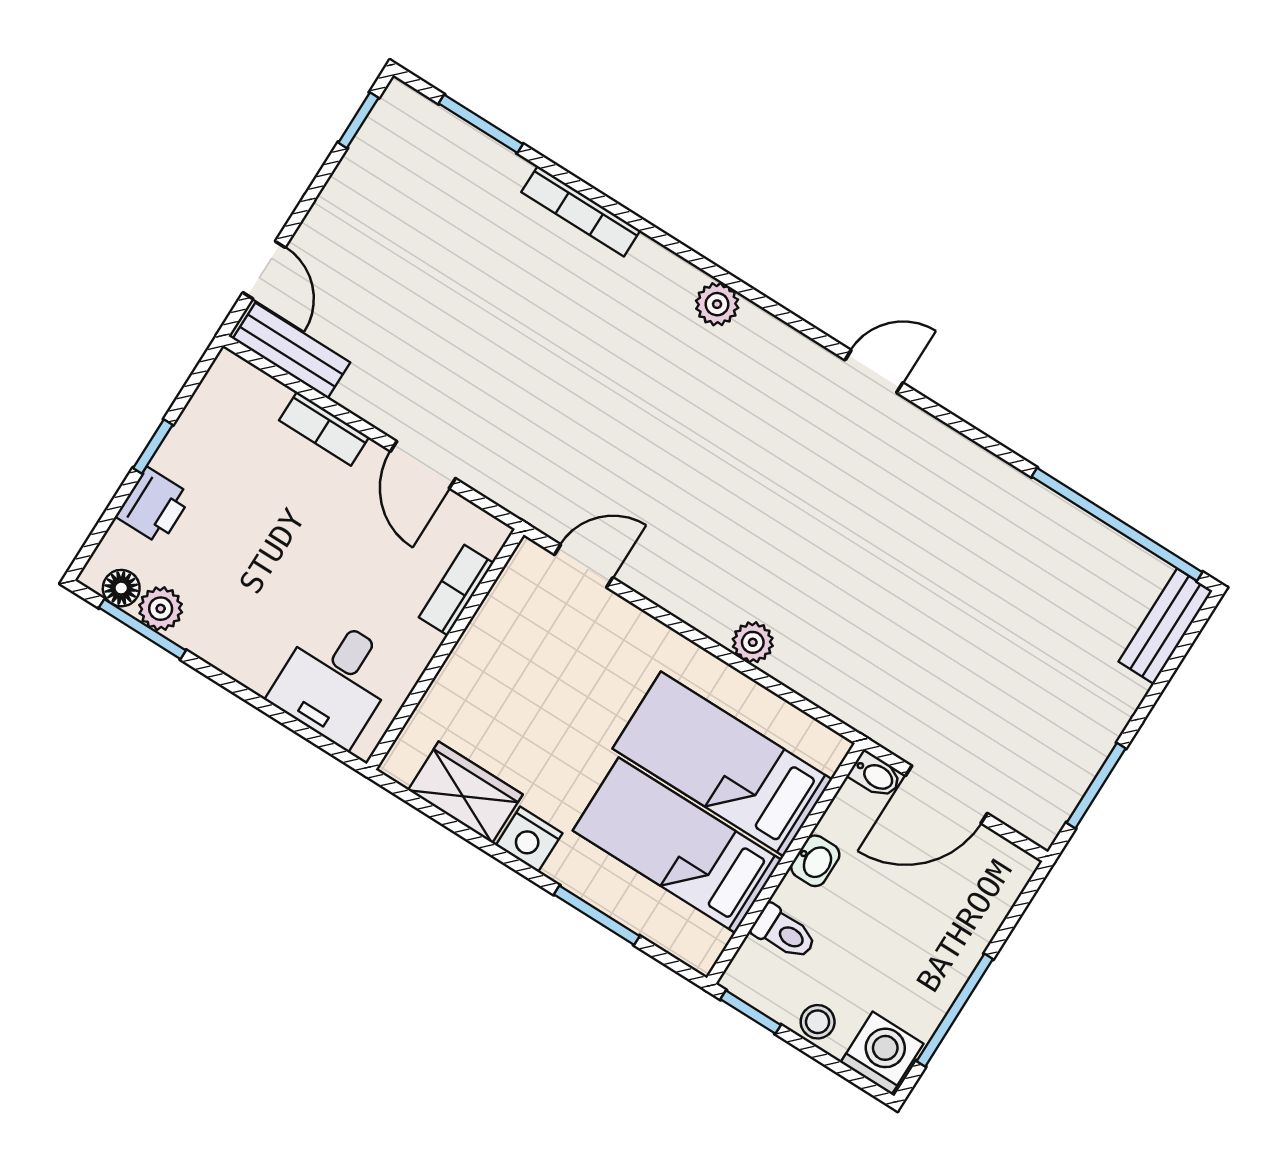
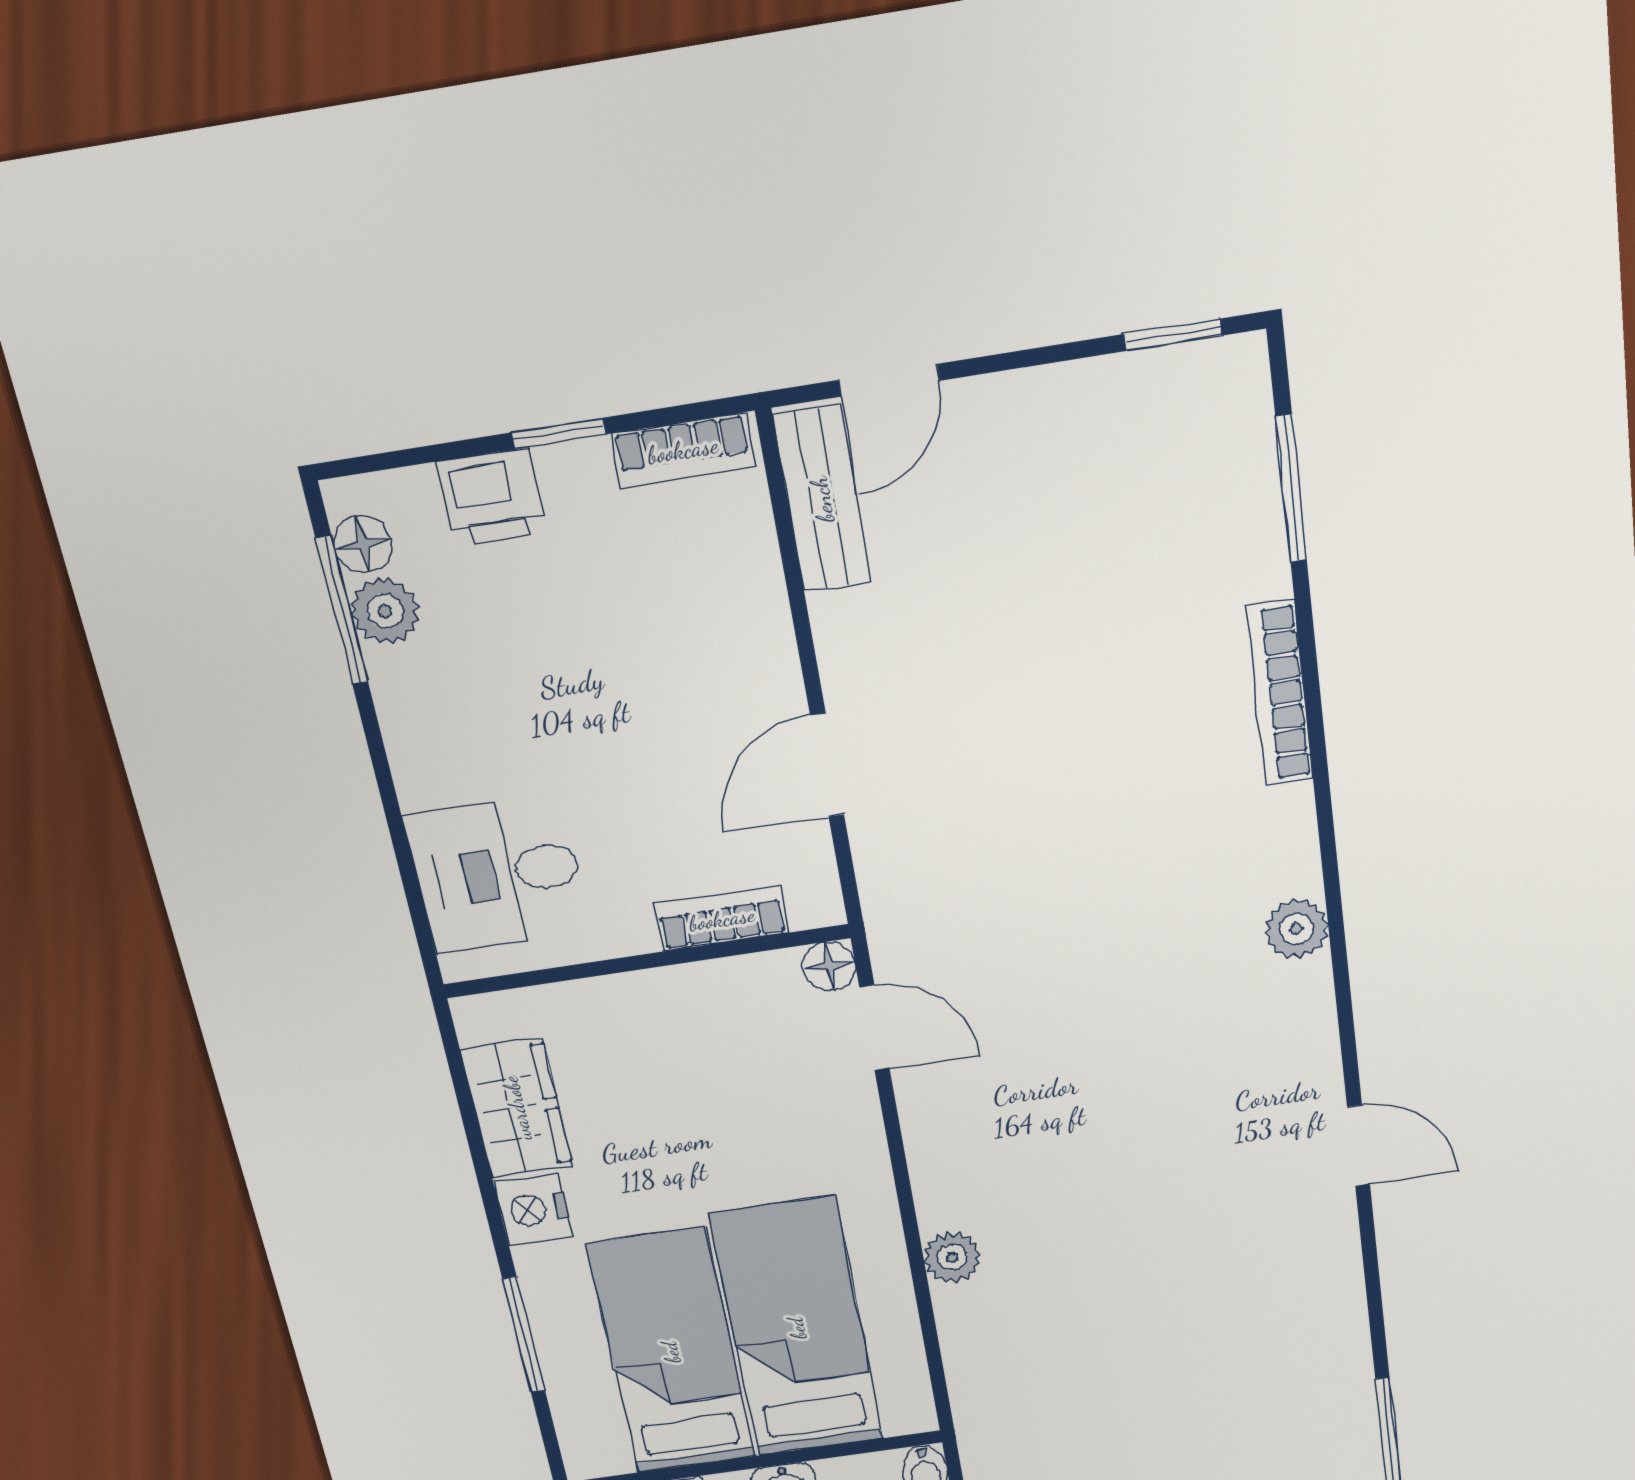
bookcase: (324, 429) -> (683, 450), moved, turned -90
floor lamp: (529, 559) -> (829, 966), added

